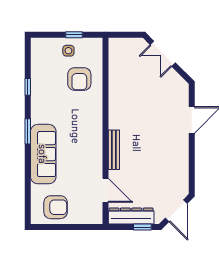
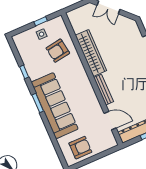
armchair: (79, 79) -> (58, 51), turned 81
wardrobe: (118, 99) -> (91, 53), added
sofa: (43, 154) -> (55, 106), width x1.36, depth x1.27

